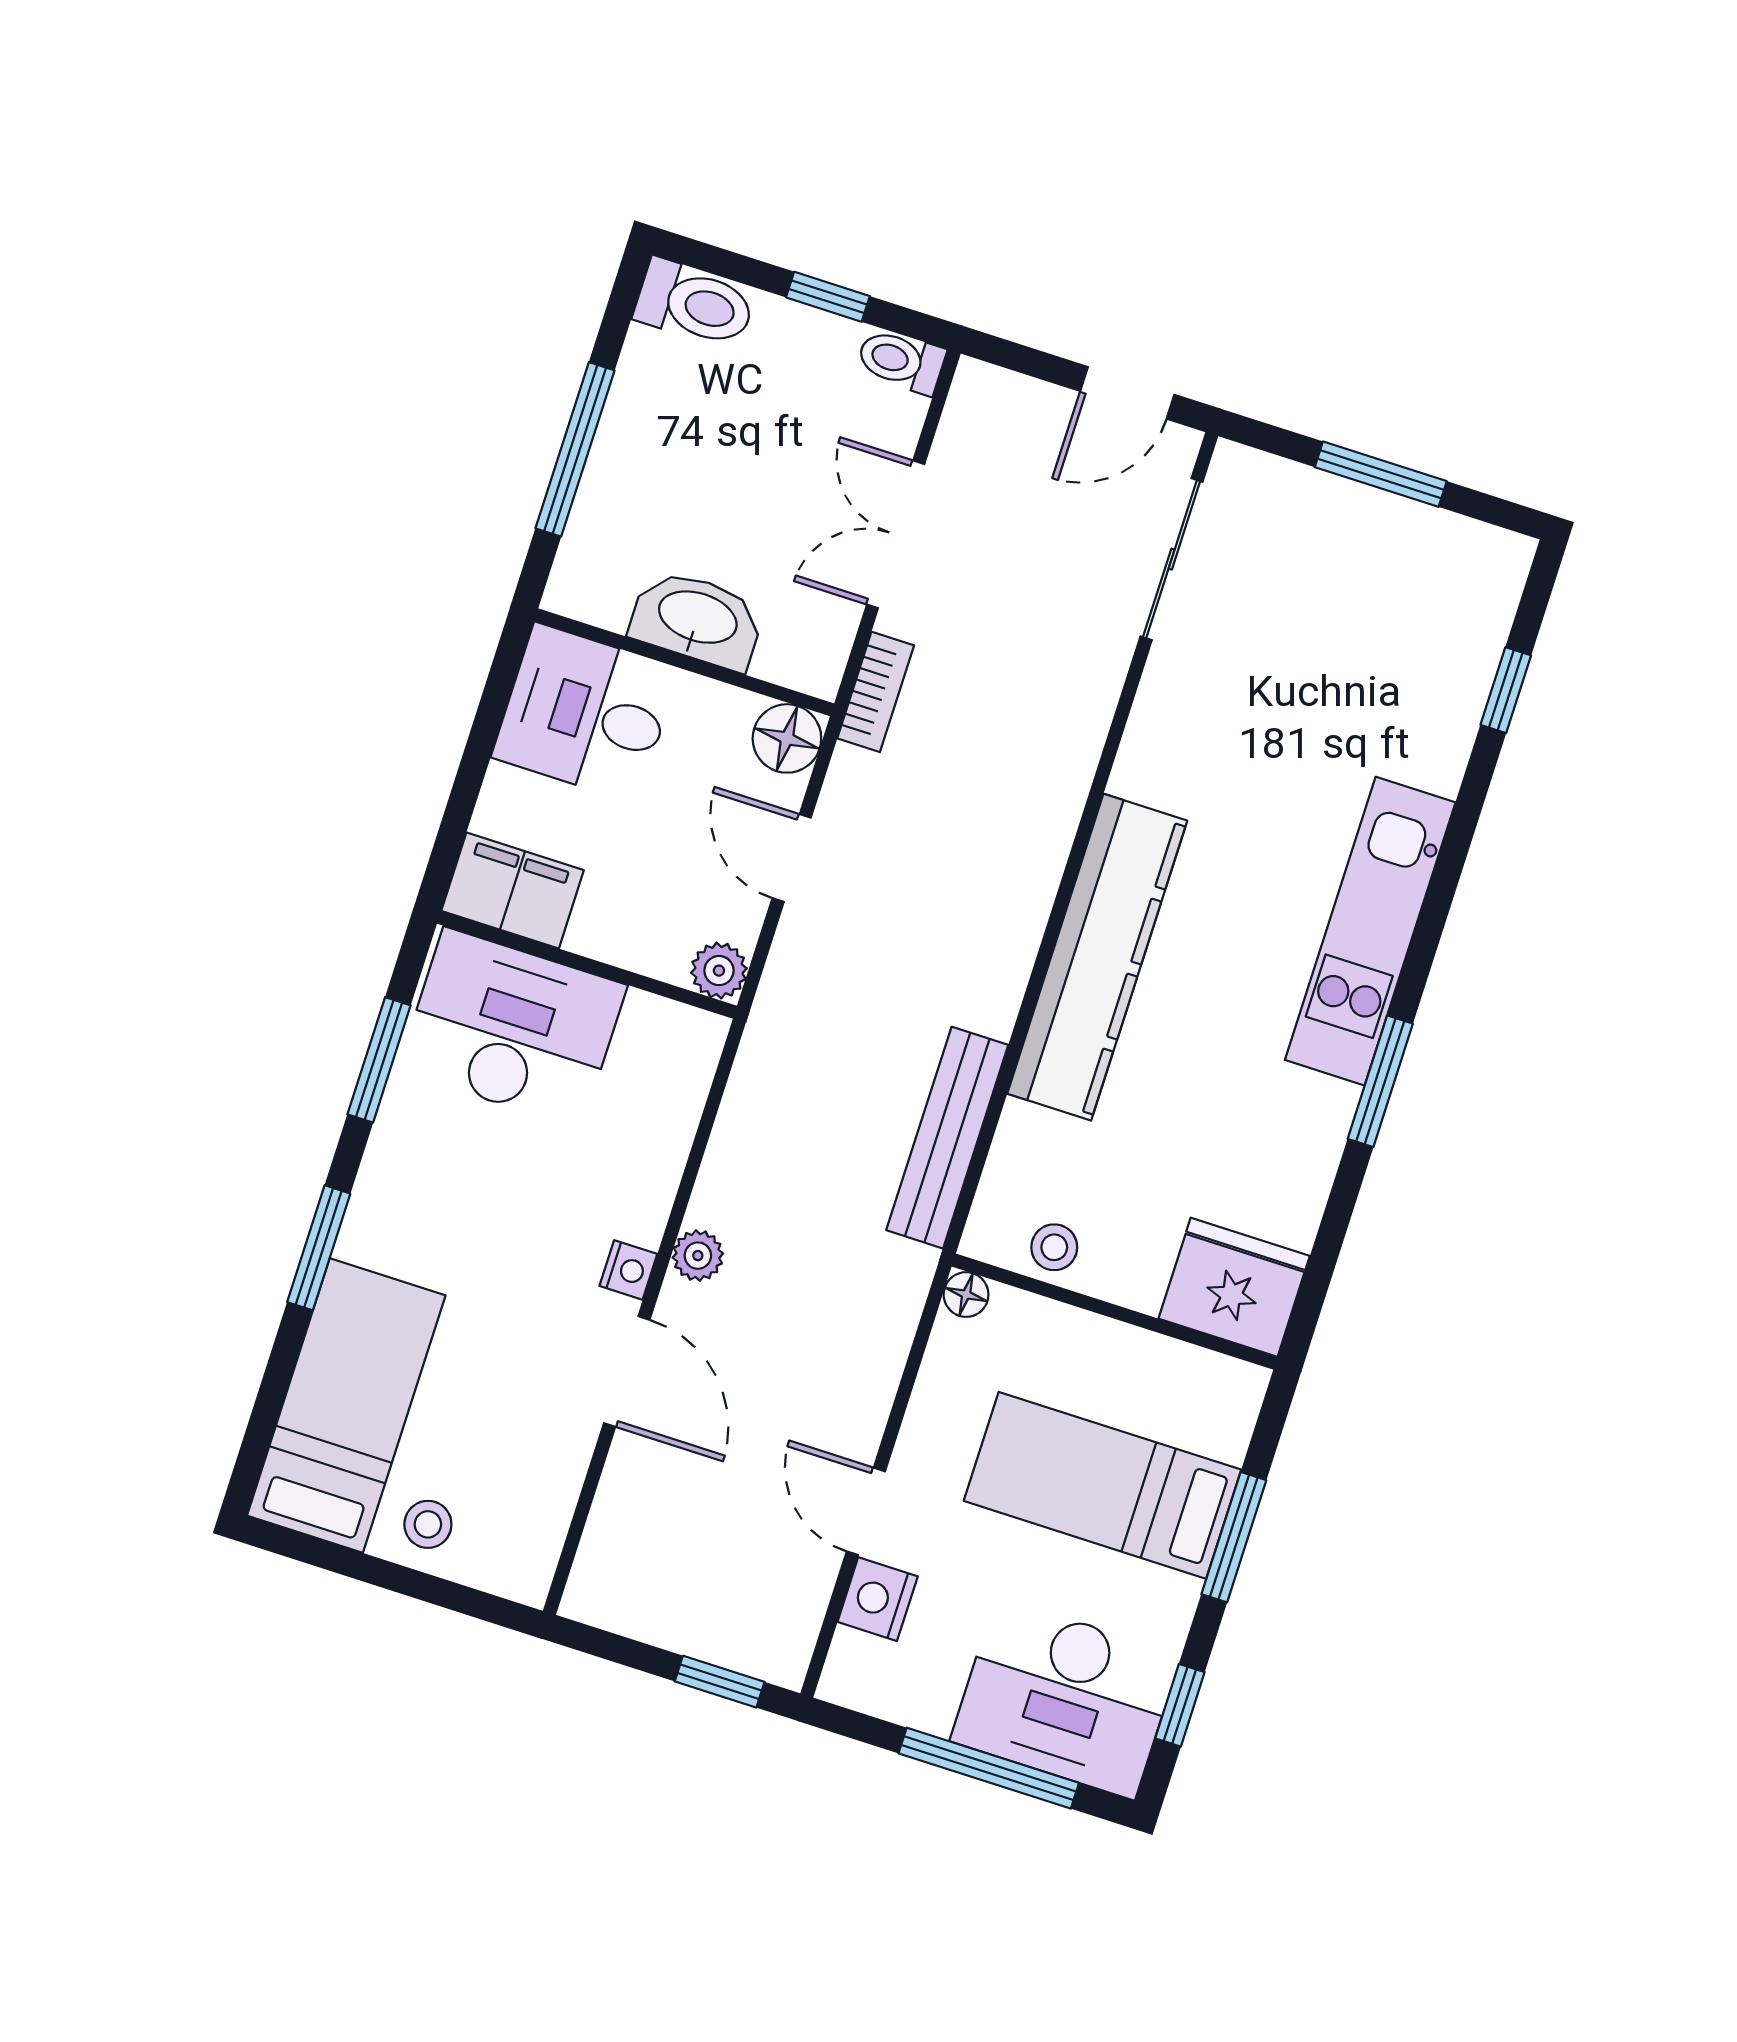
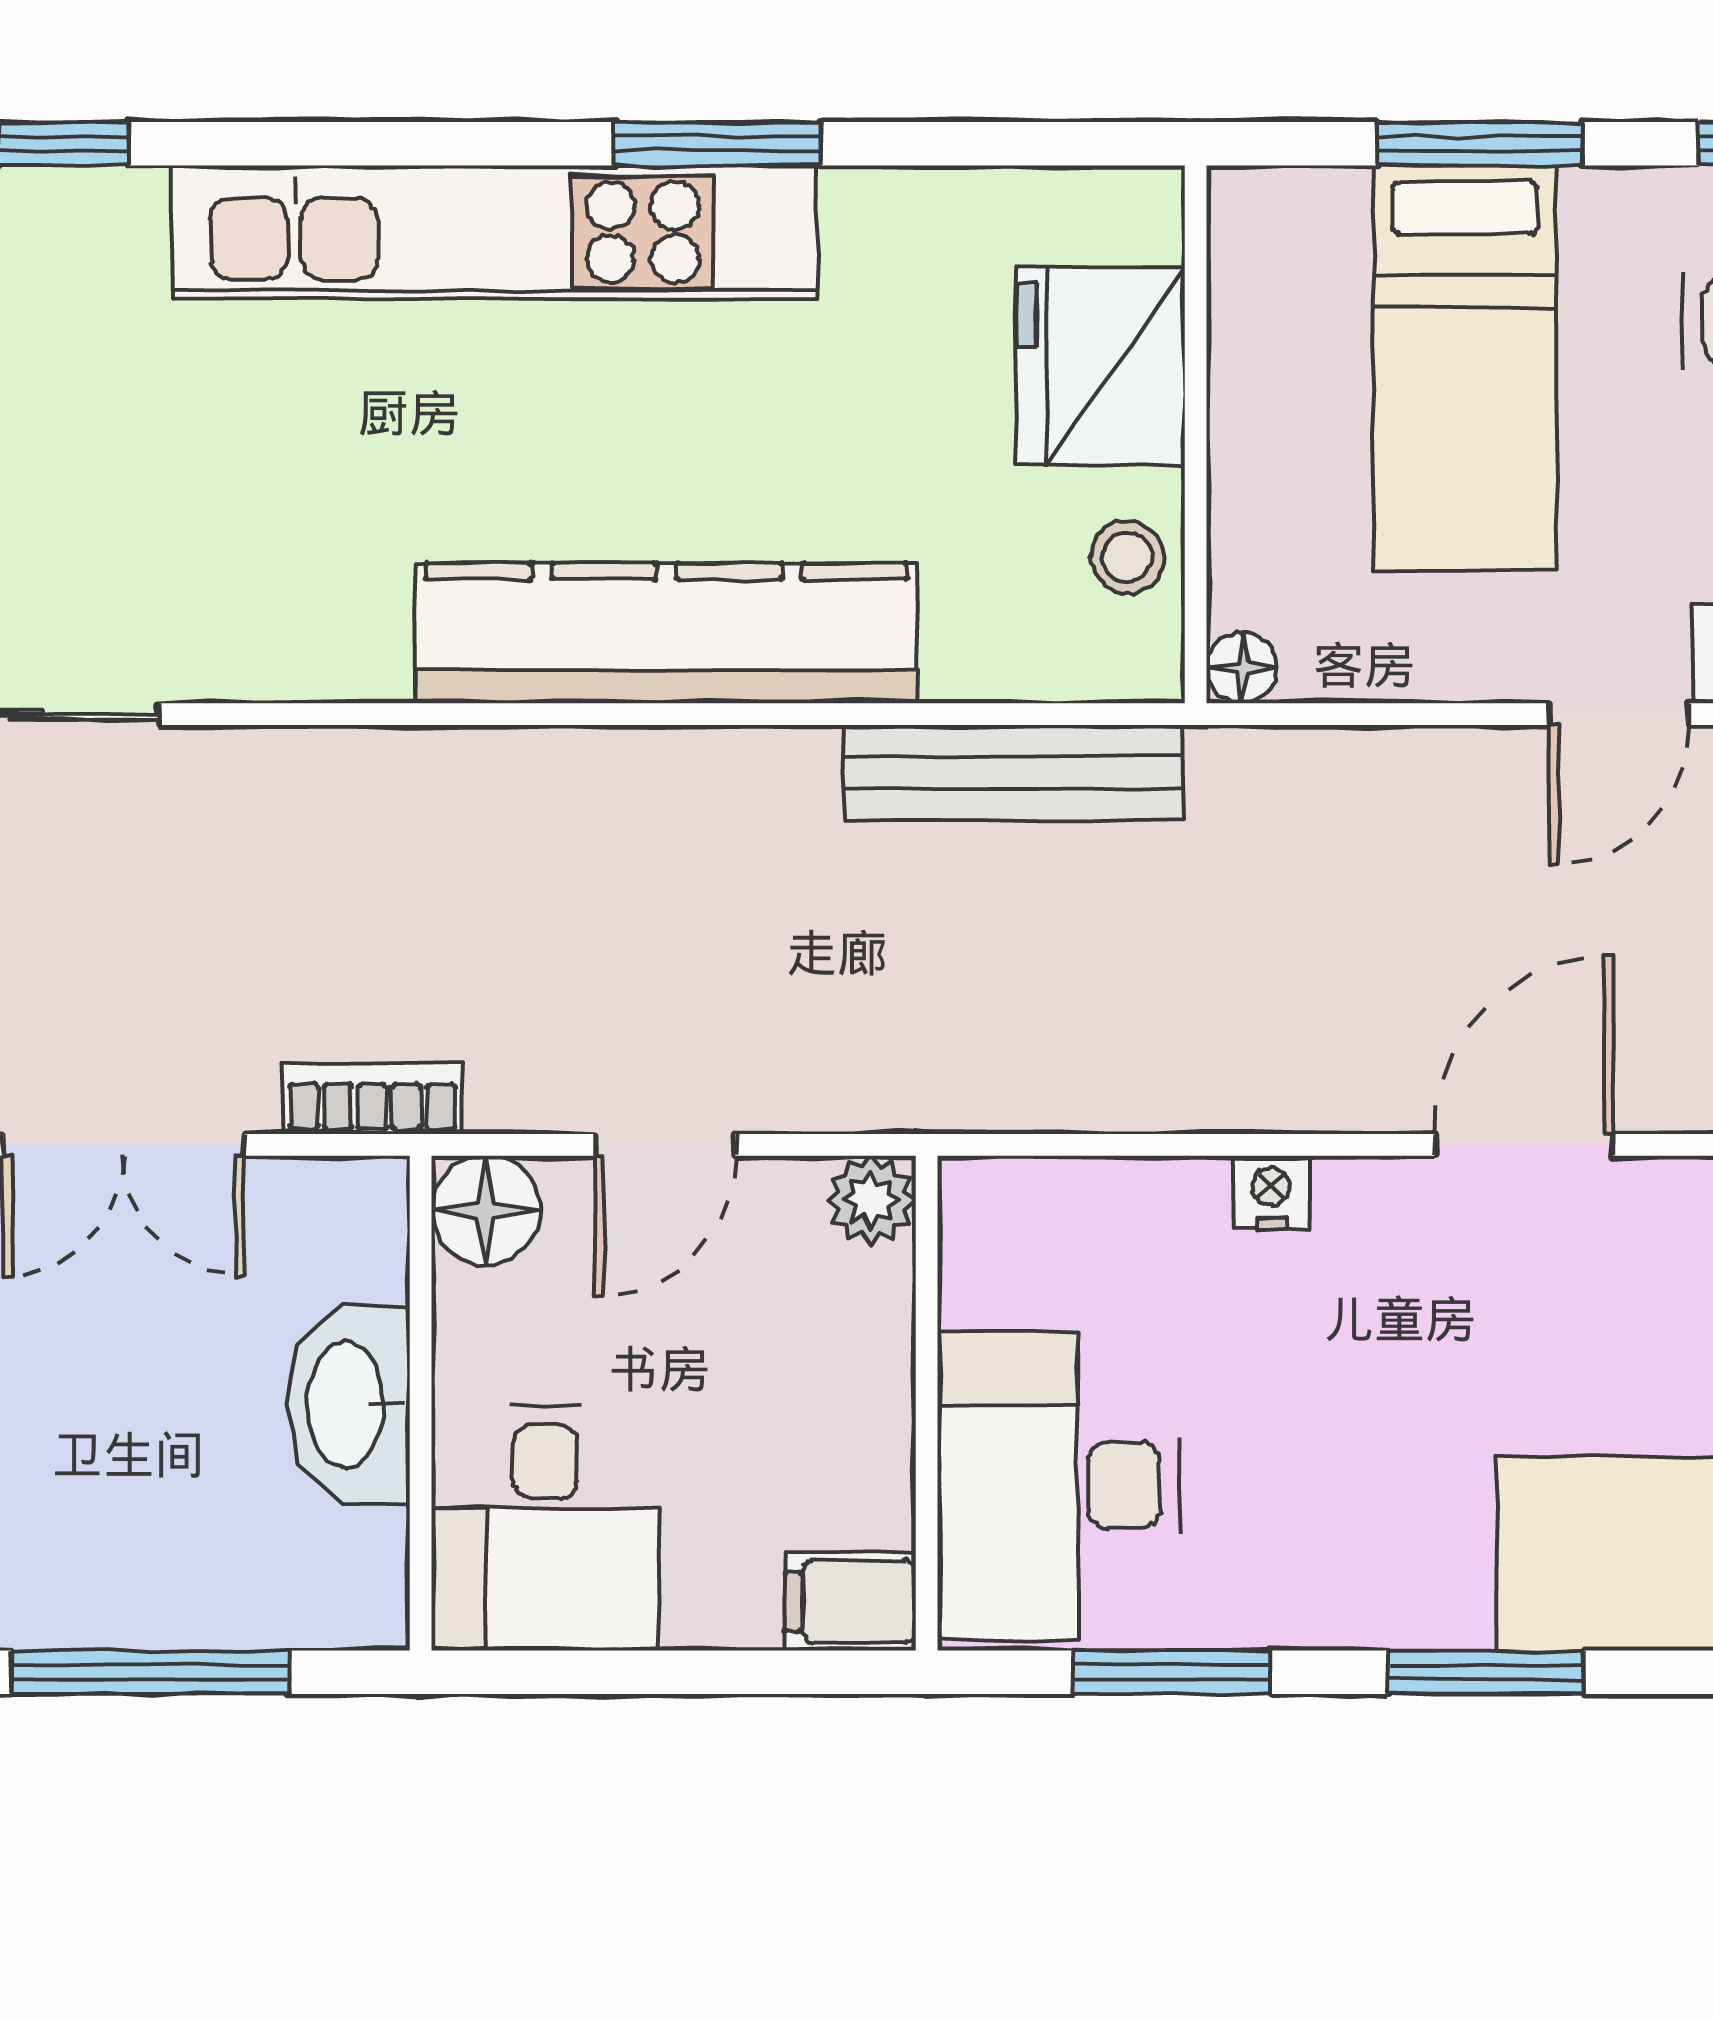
filing cabinet: (513, 890) -> (850, 1601), width x0.50
kitchen unit: (1370, 931) -> (494, 232), width x1.36
plant: (698, 1256) -> (1314, 1094), removed
nightstand: (628, 1270) -> (1271, 1192), moved
fridge: (1234, 1287) -> (1100, 366), moved

